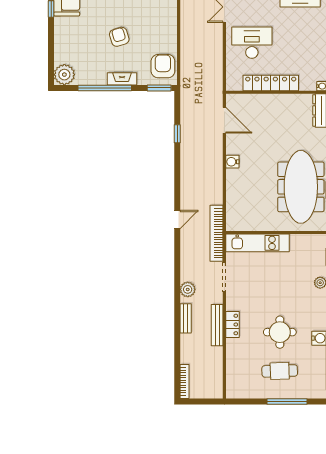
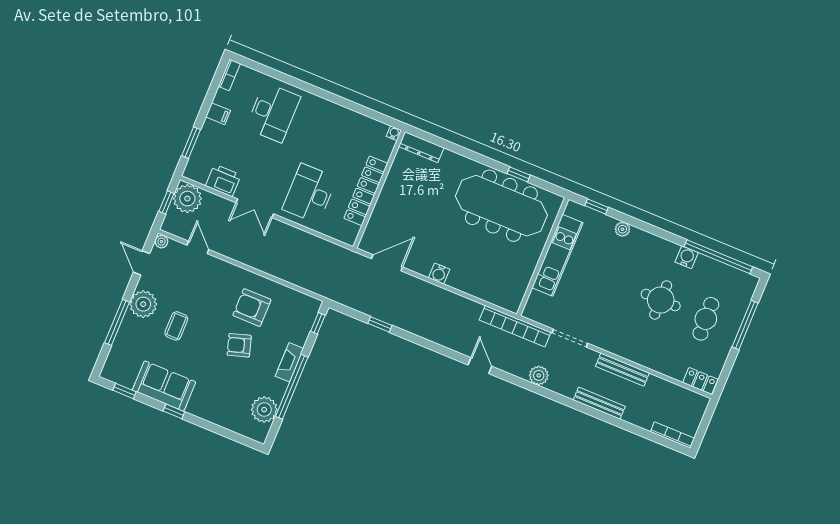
armchair: (163, 66) -> (252, 308), moved
plant: (64, 75) -> (264, 410), moved
window: (159, 88) -> (318, 323), width x0.67
kitchen unit: (257, 243) -> (557, 255), moved
plant: (188, 289) -> (539, 375), moved
bench: (186, 318) -> (599, 403), width x1.36
locker: (232, 325) -> (700, 381), moved

